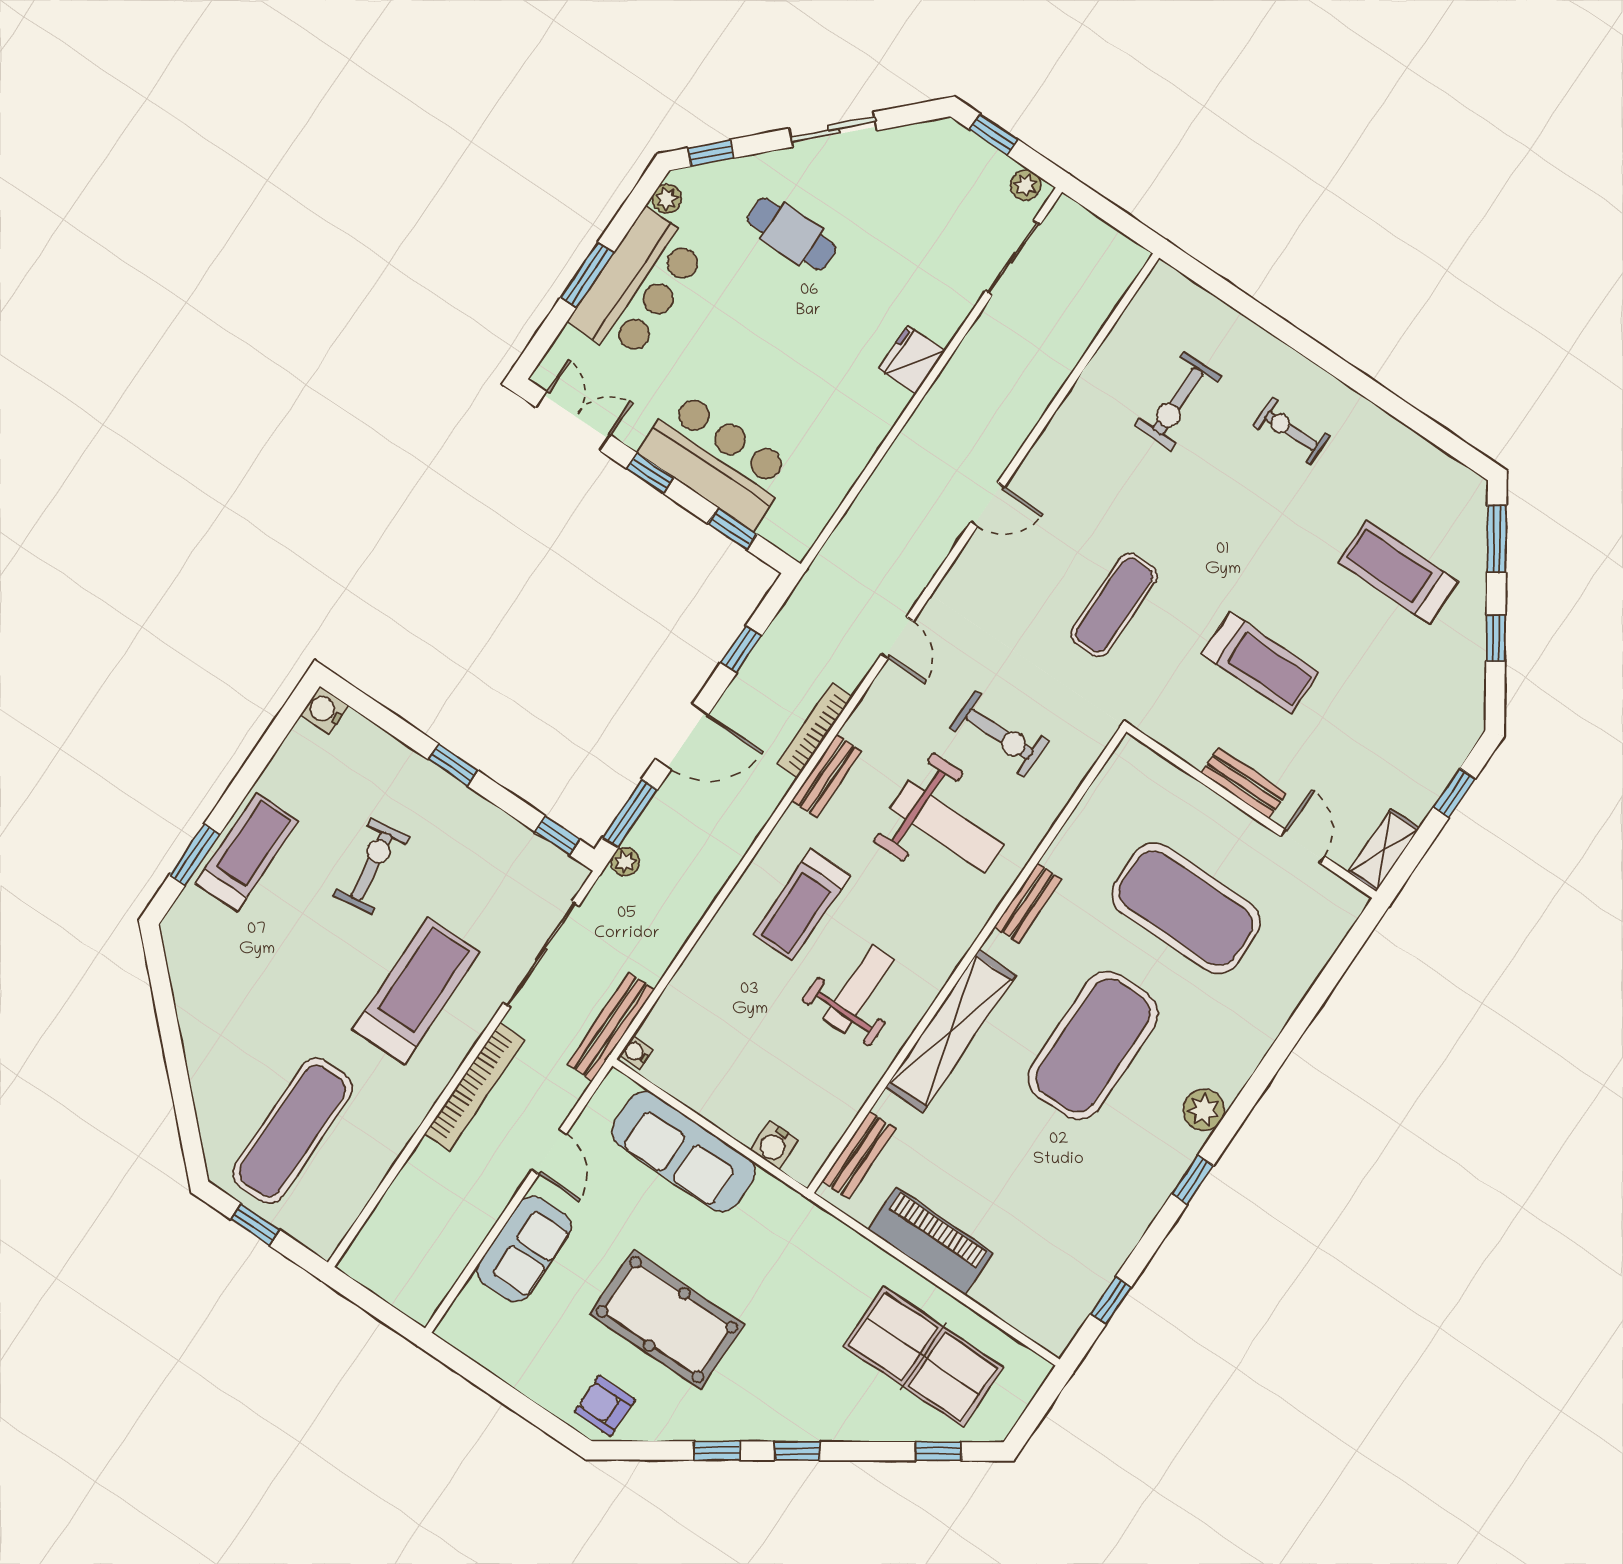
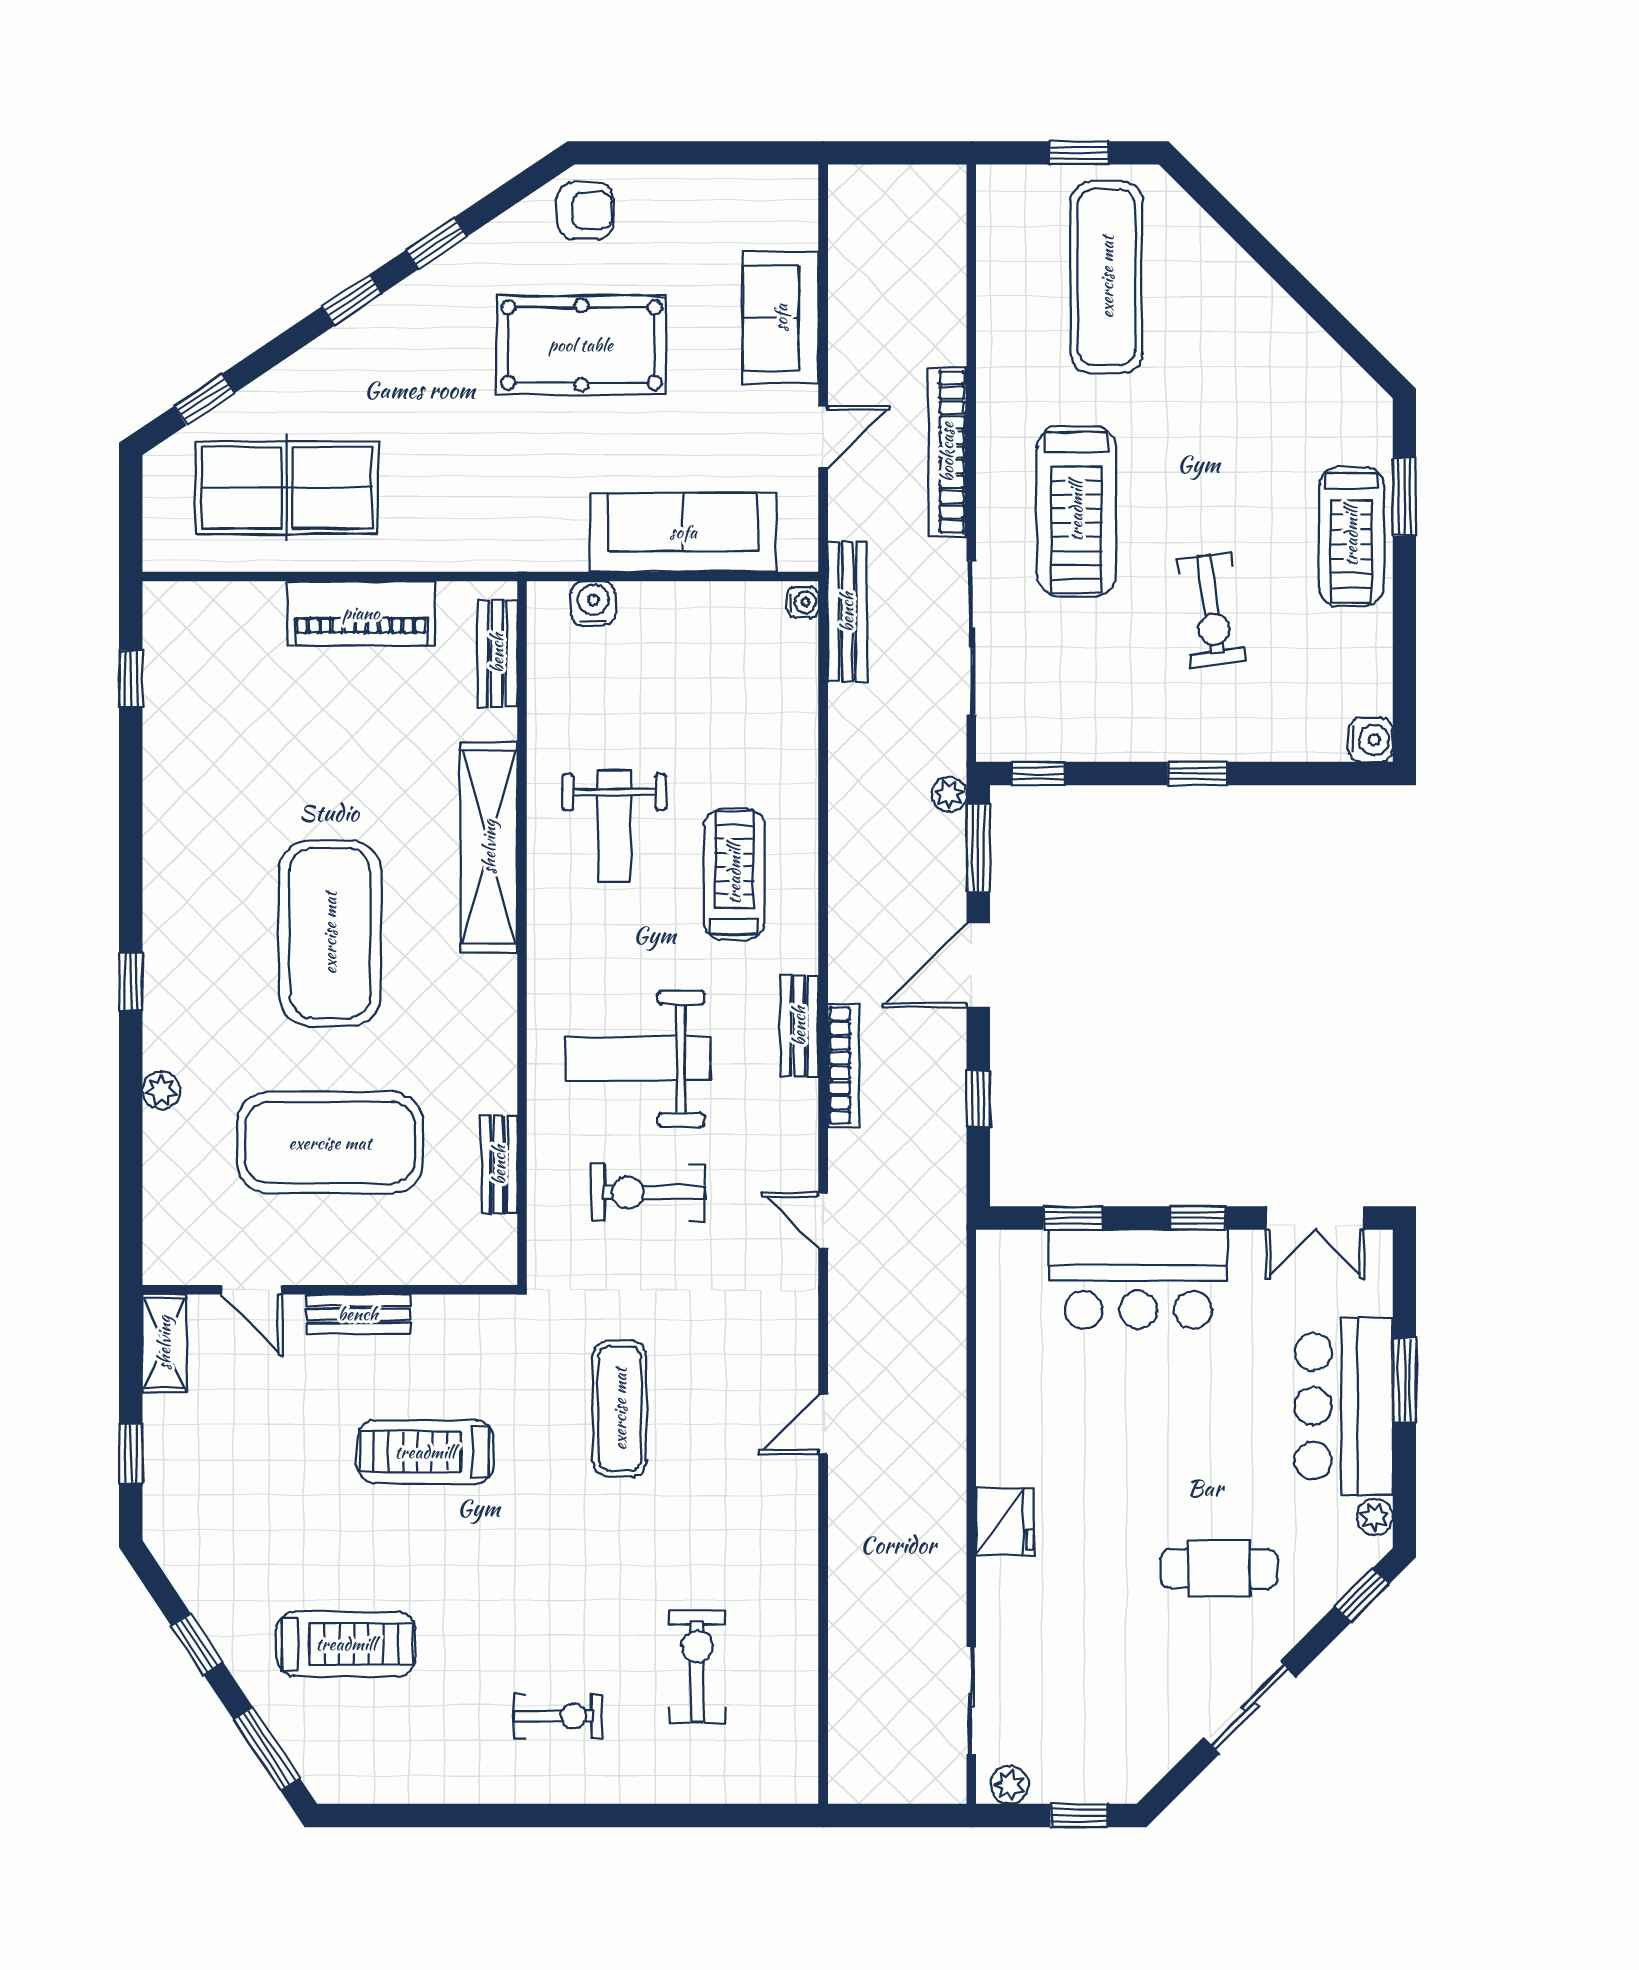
bench: (1028, 903) -> (499, 1165), moved
plant: (1204, 1110) -> (161, 1090), moved, width x0.73, depth x0.73
door: (549, 1152) -> (823, 437), swing flipped
window: (1193, 1180) -> (131, 982), moved

